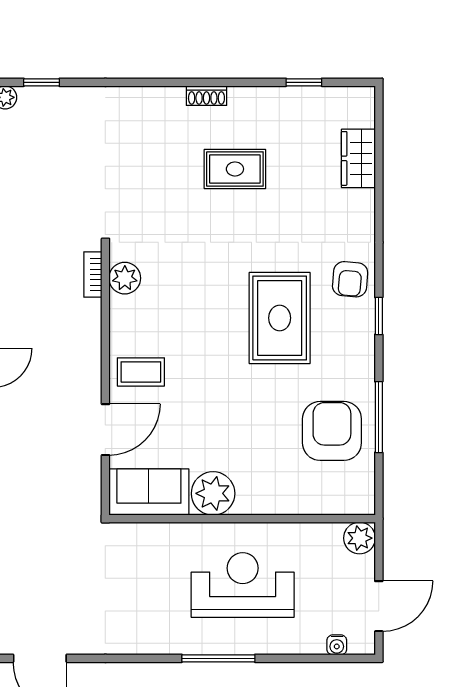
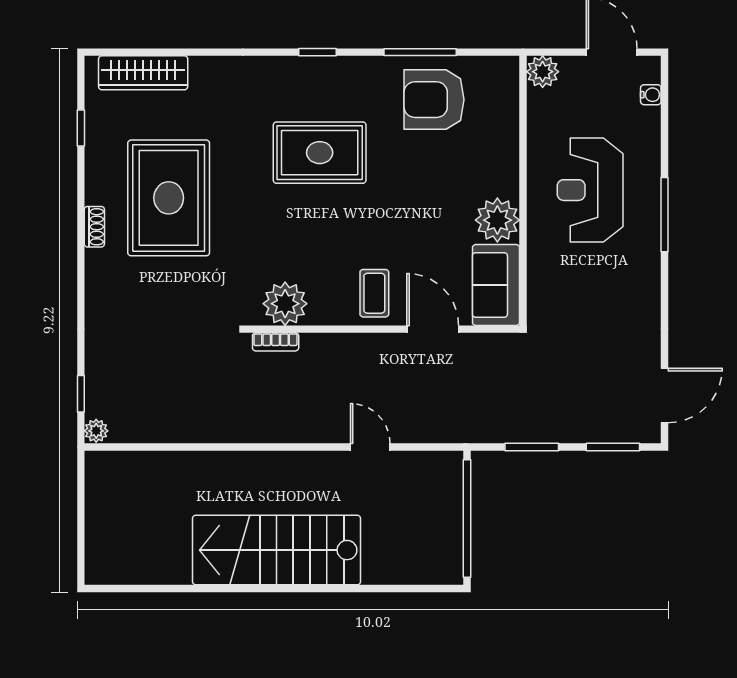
wardrobe: (358, 158) -> (143, 73), width x1.50
rug: (235, 169) -> (169, 198), width x1.86, depth x2.06
plant: (125, 278) -> (285, 304), width x1.36, depth x1.36
armchair: (350, 279) -> (280, 81), removed

